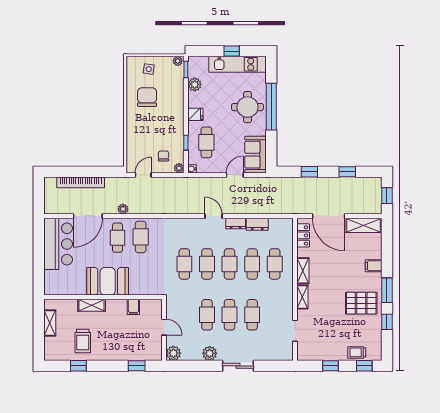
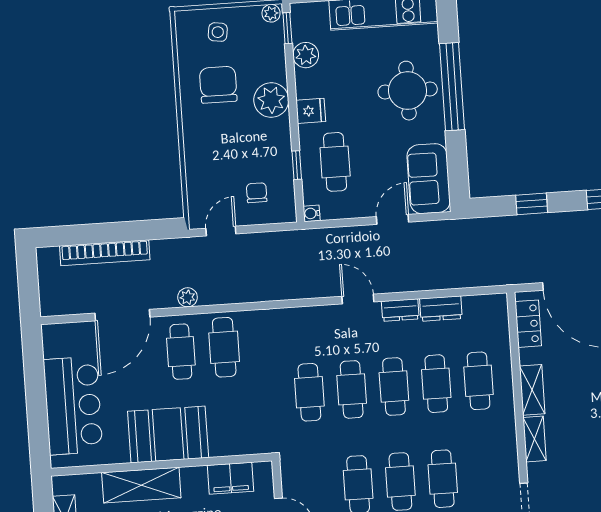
plant: (179, 168) -> (271, 100), moved, width x1.87, depth x1.87
bar counter: (58, 244) -> (73, 406), moved
shelving: (92, 305) -> (141, 485), width x1.50, depth x1.33
filing cabinet: (133, 307) -> (230, 478), width x2.00

